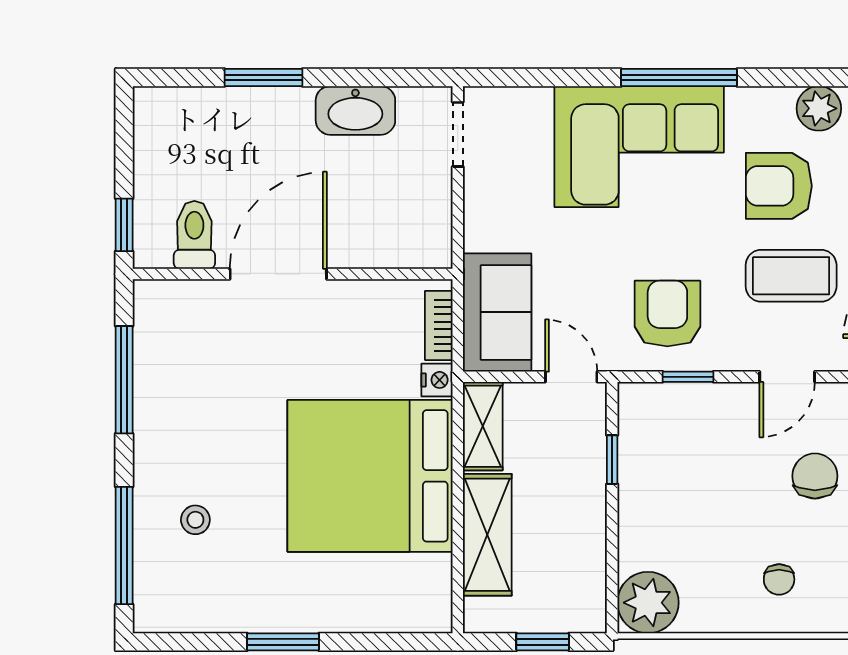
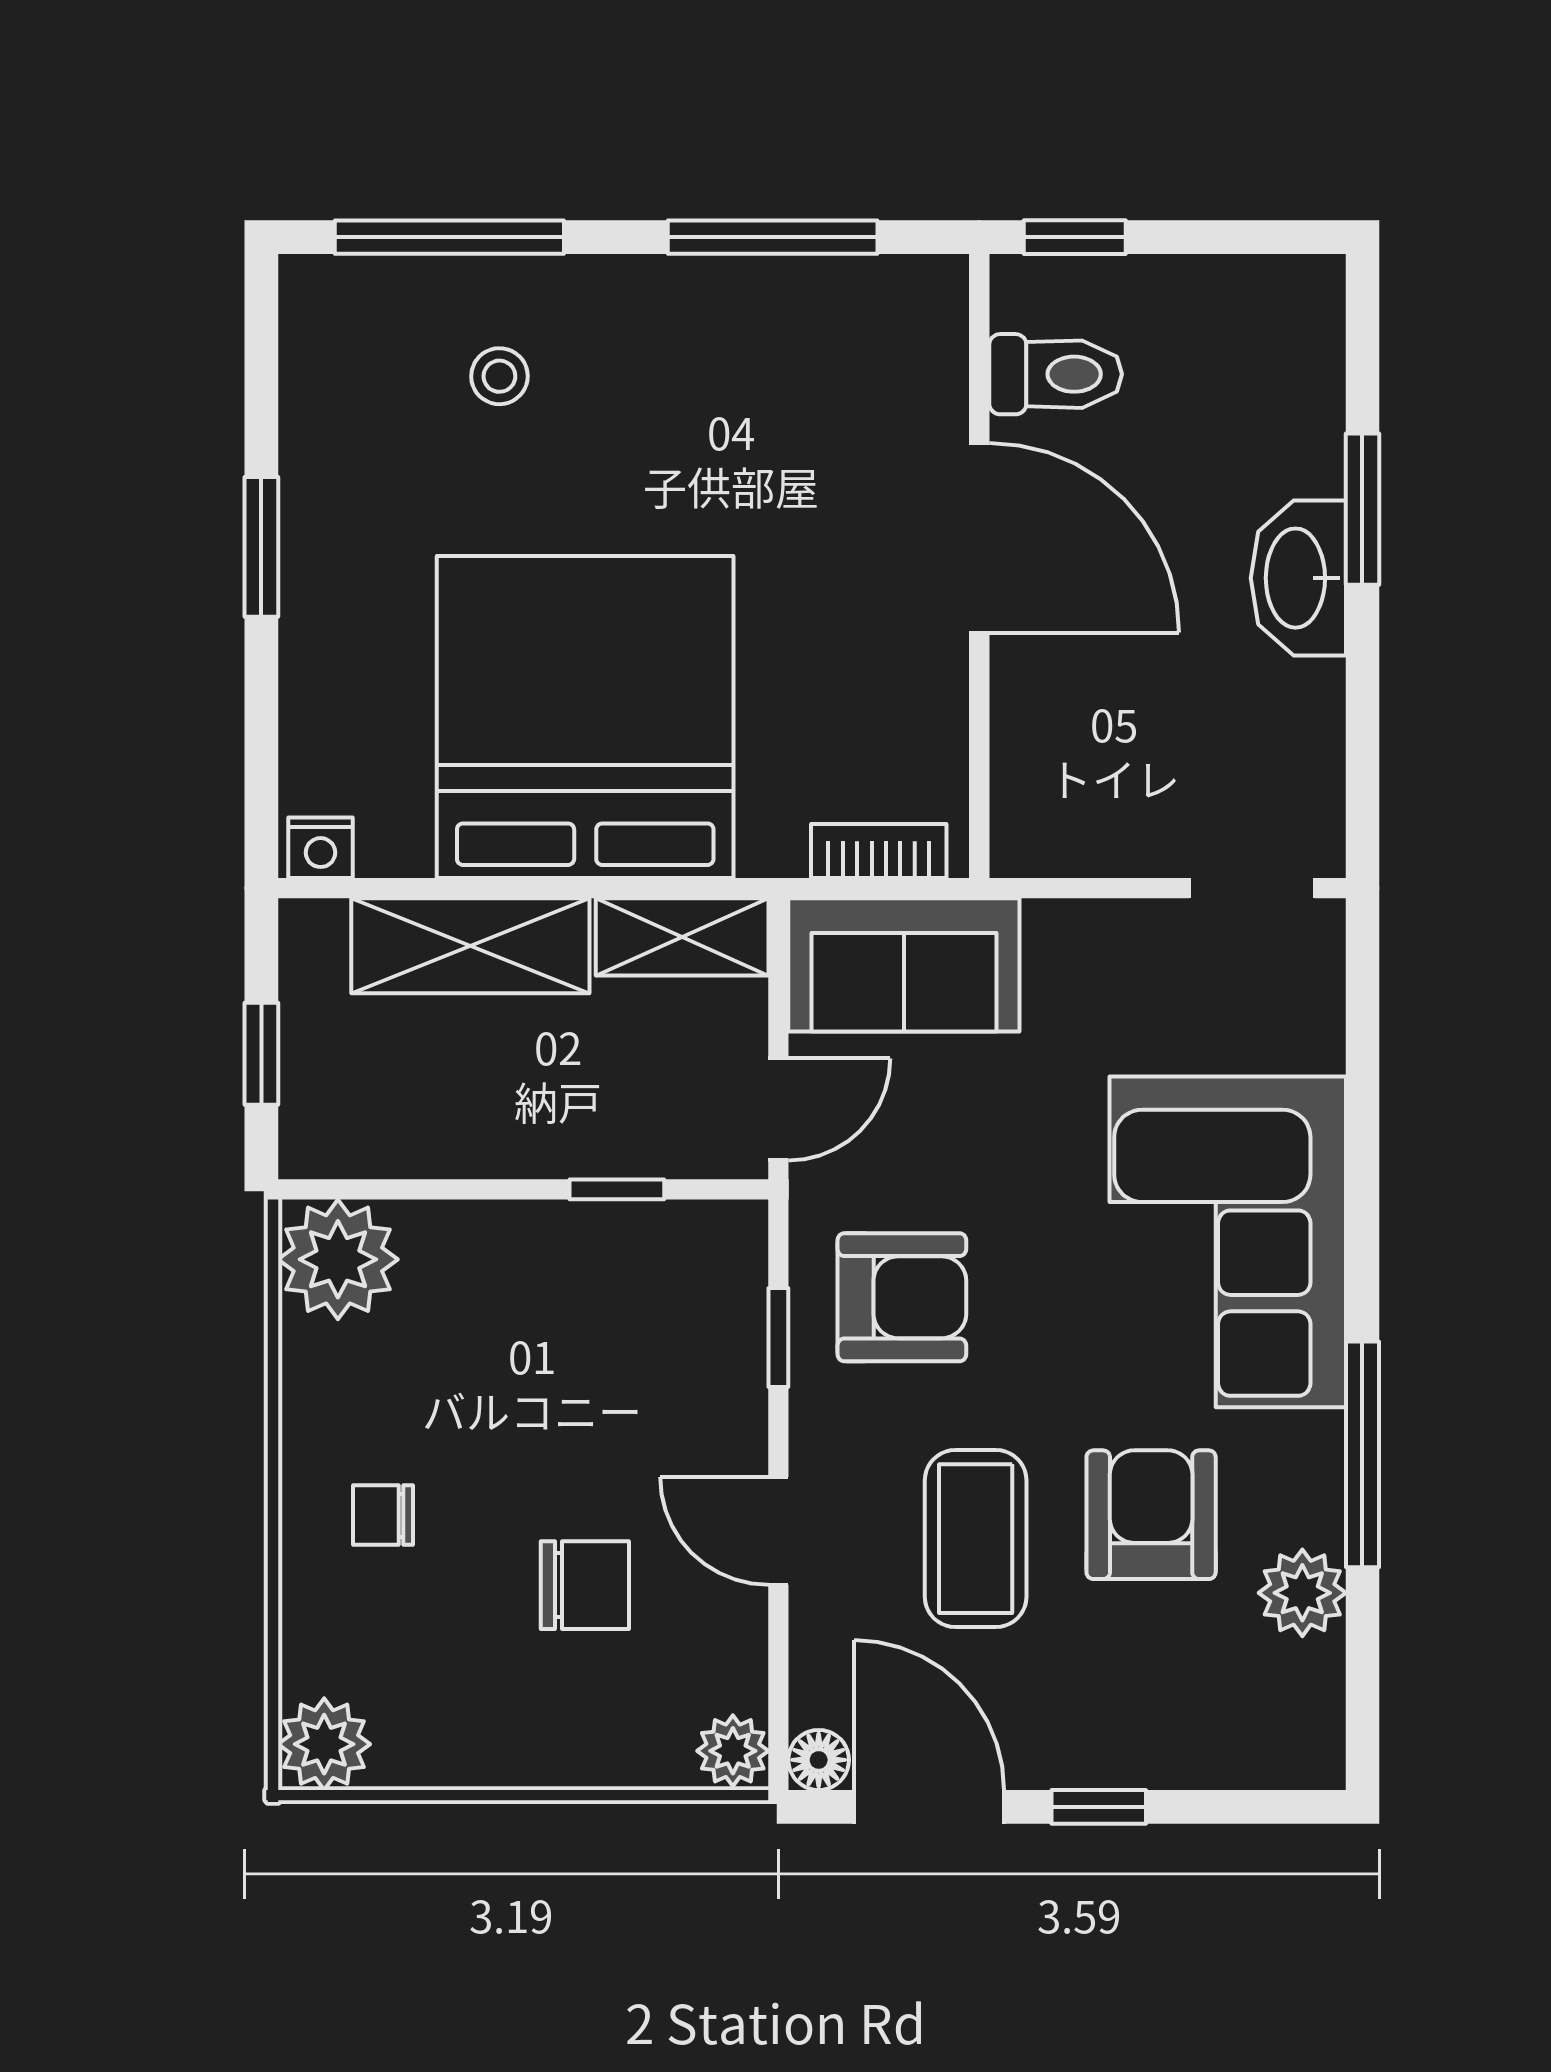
window: (679, 78) -> (1362, 1454), moved
washbasin: (355, 110) -> (1298, 578), moved
nightstand: (437, 380) -> (321, 848), moved

